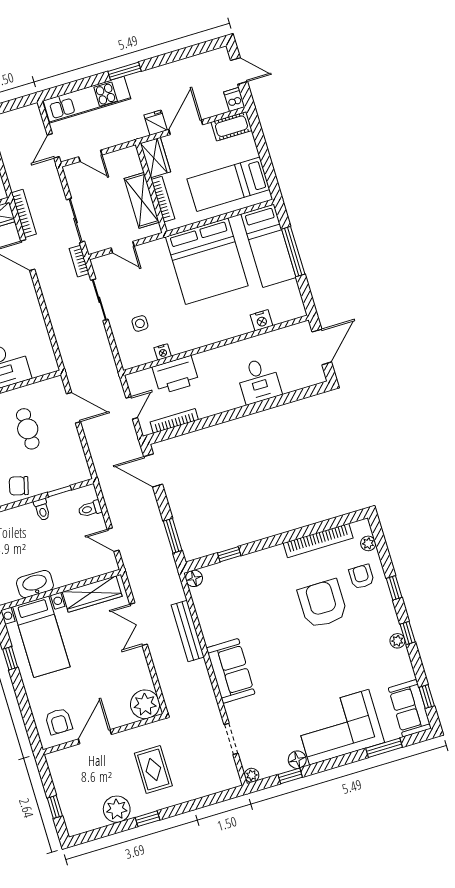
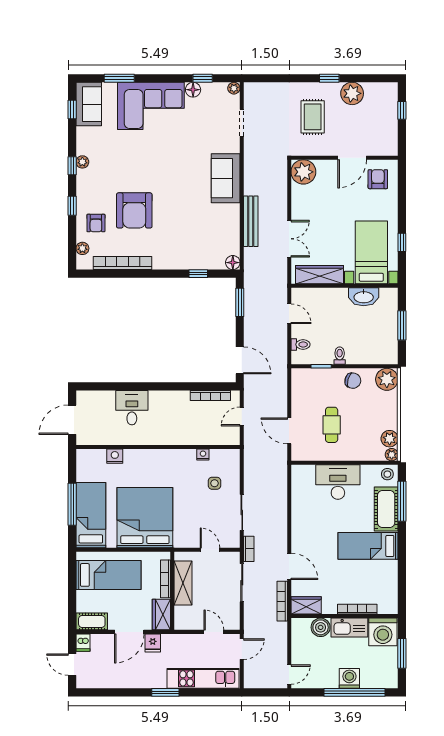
printer: (176, 375) -> (198, 433), removed

